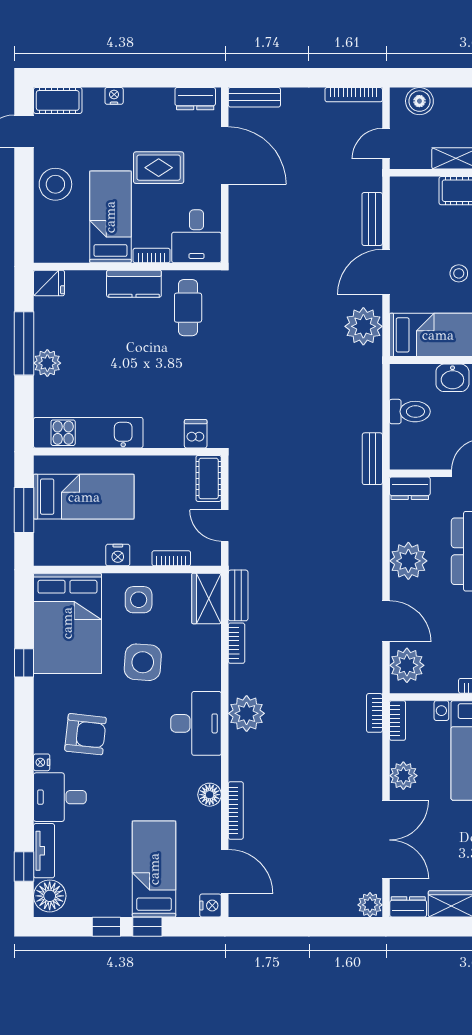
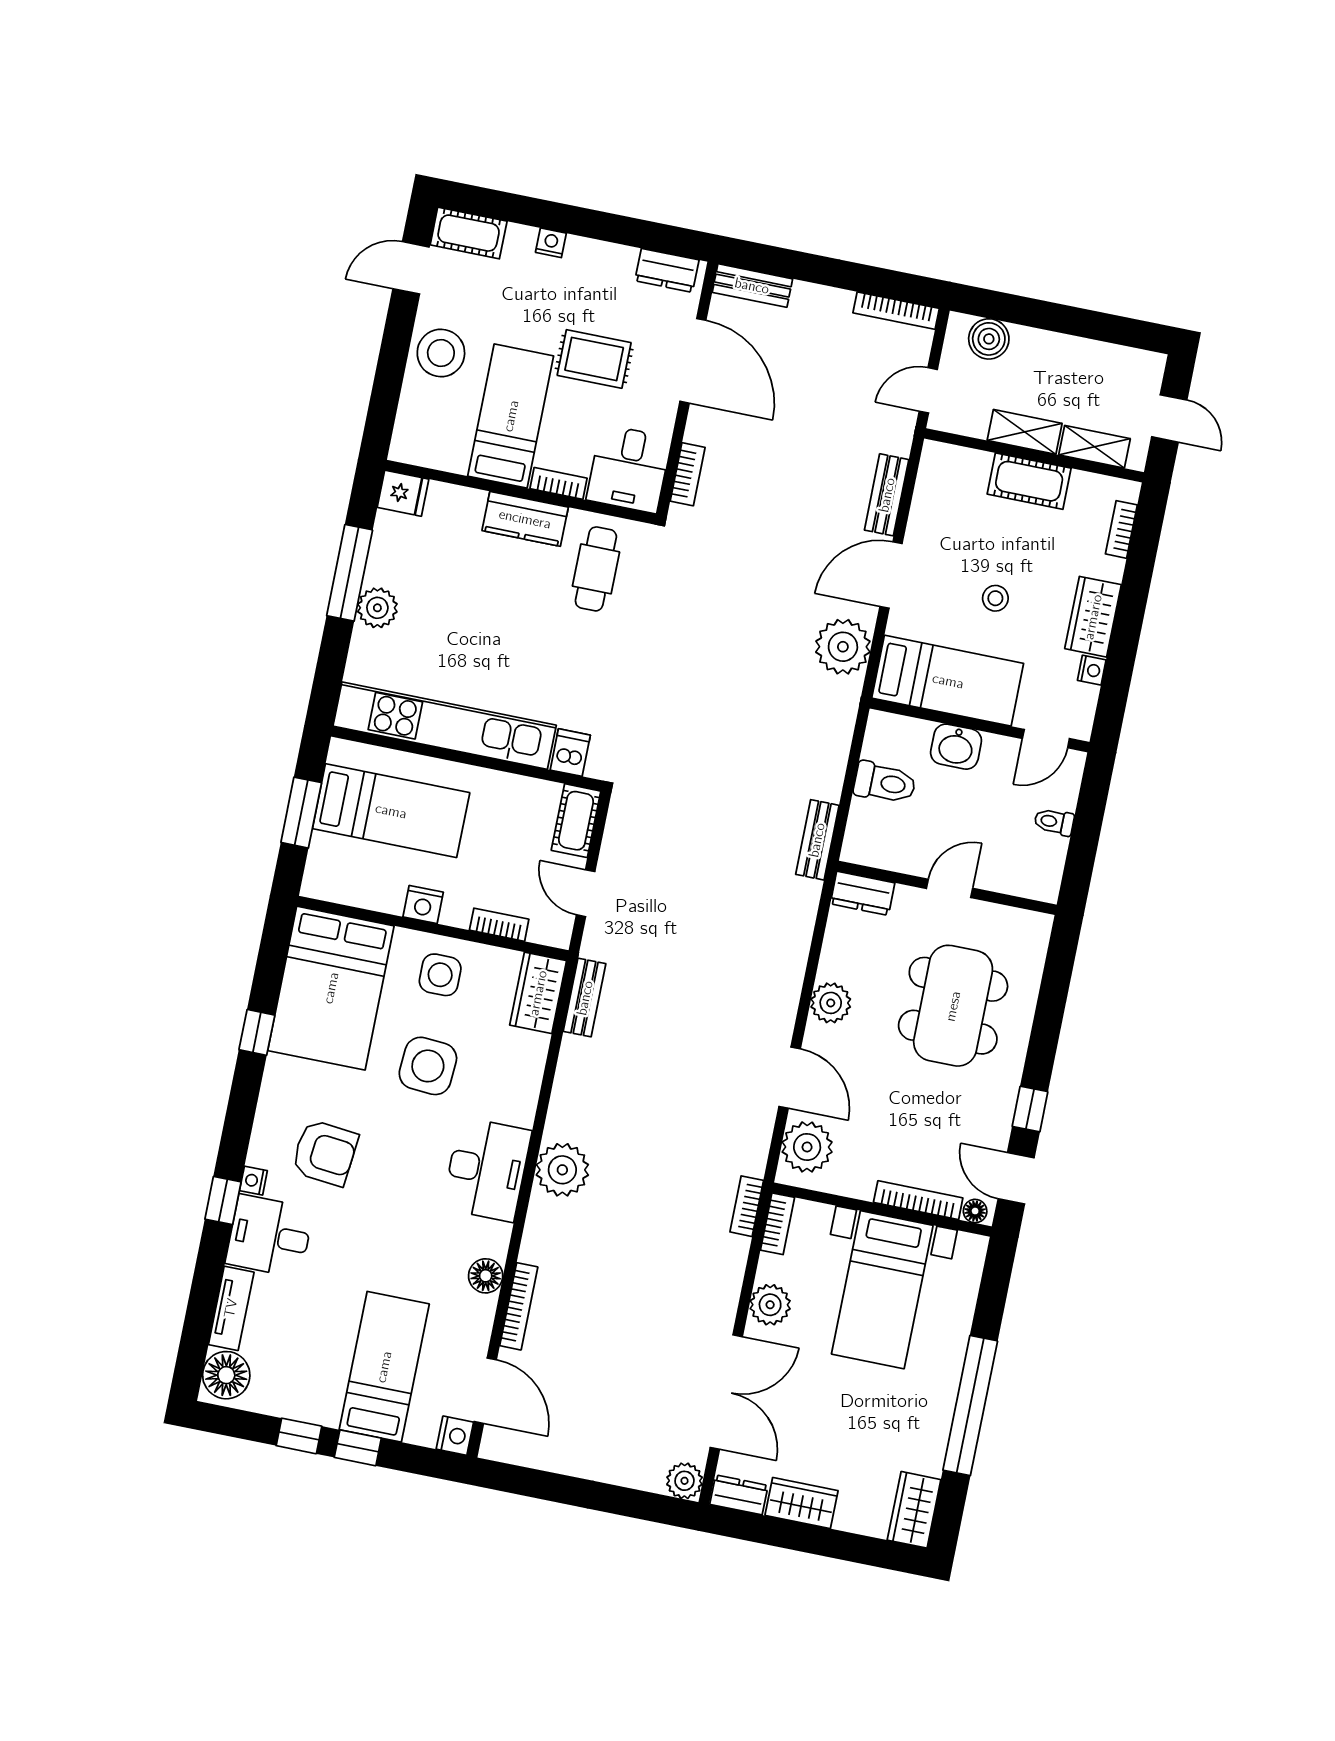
kitchen unit: (88, 433) -> (445, 726), width x1.36
plant: (408, 561) -> (831, 1003), width x0.73, depth x0.73
bookcase: (237, 643) -> (688, 474), moved
window: (24, 866) -> (223, 1200), moved

